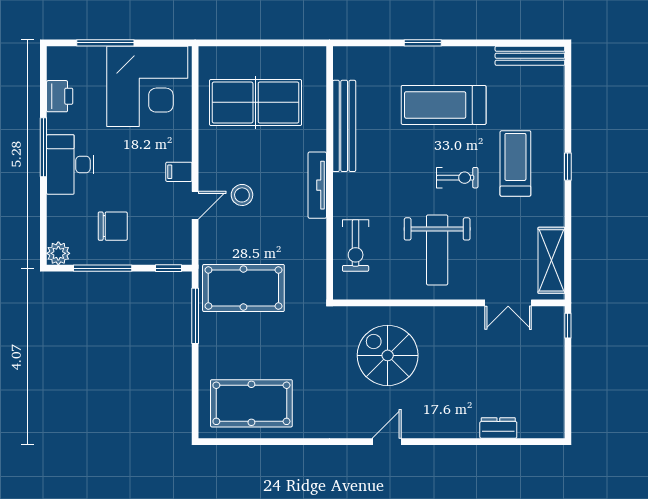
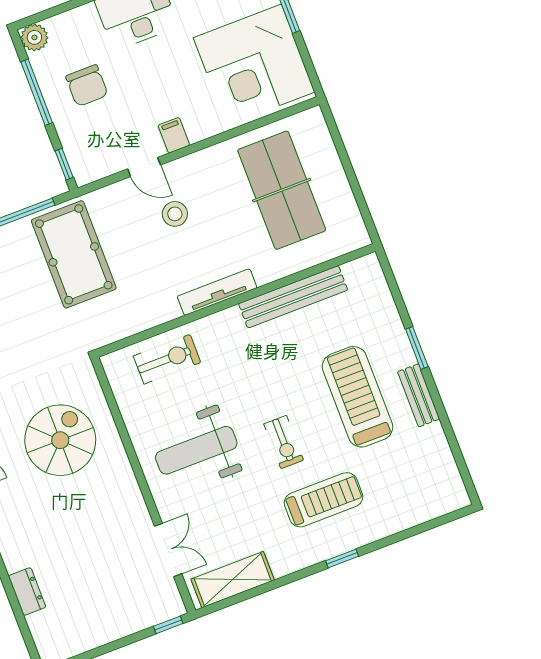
bench: (530, 56) -> (419, 395), moved, width x0.73
exercise bike: (356, 246) -> (167, 359), turned 180
double door: (508, 303) -> (168, 550), swing flipped

